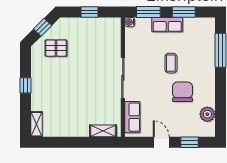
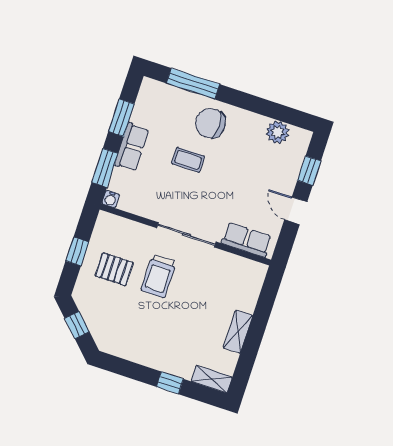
pallet: (56, 48) -> (114, 269), moved, turned 90
trolley: (91, 69) -> (159, 276), added
window: (25, 85) -> (170, 383), moved
chair: (182, 92) -> (210, 123), moved
shelving: (103, 131) -> (238, 332), moved
door: (161, 142) -> (296, 211), hinge flipped

